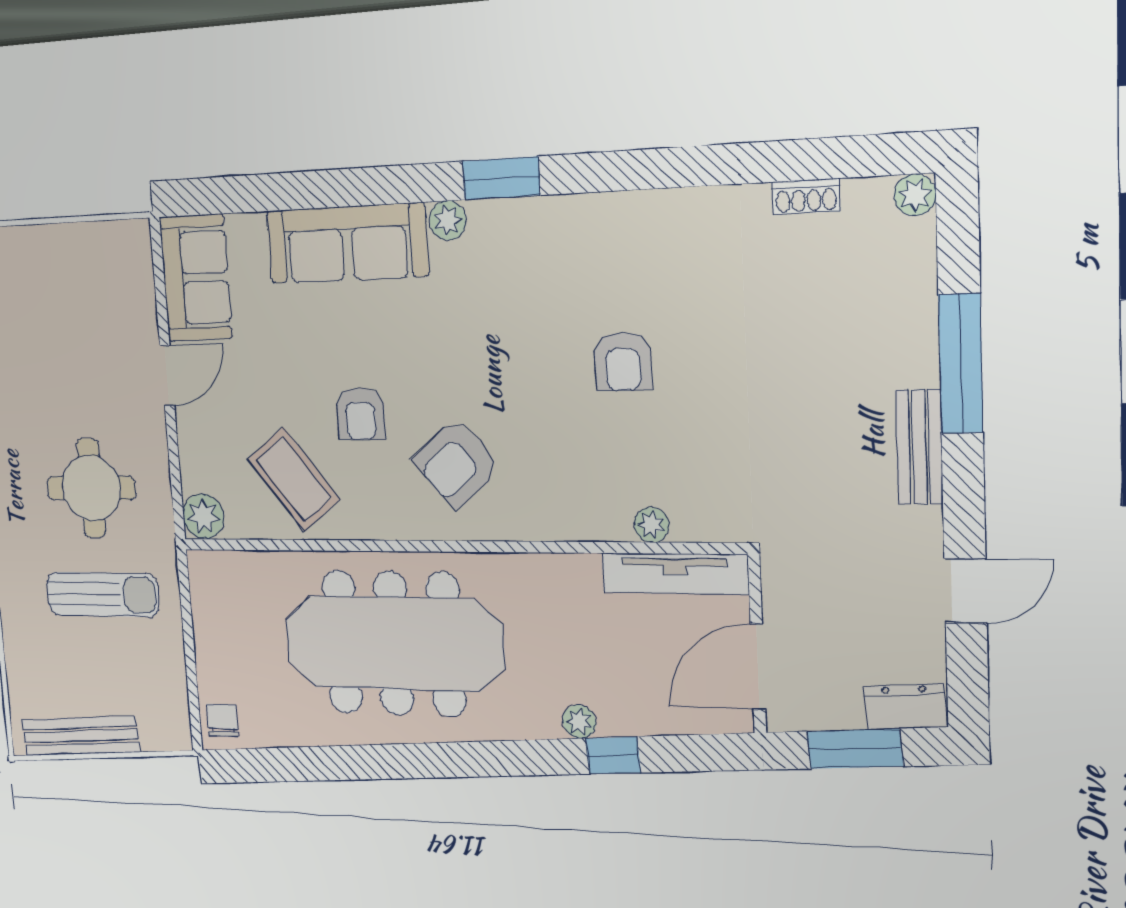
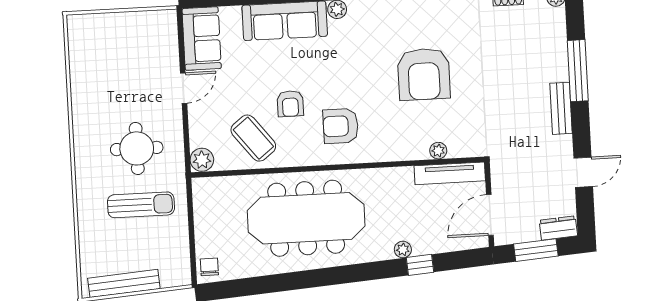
armchair: (623, 362) -> (424, 74), width x1.88, depth x1.88
armchair: (457, 463) -> (341, 126), turned 40

